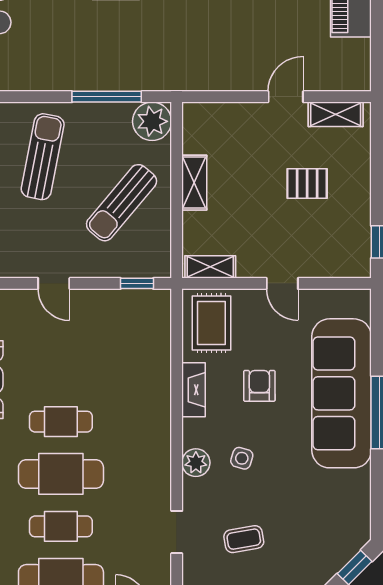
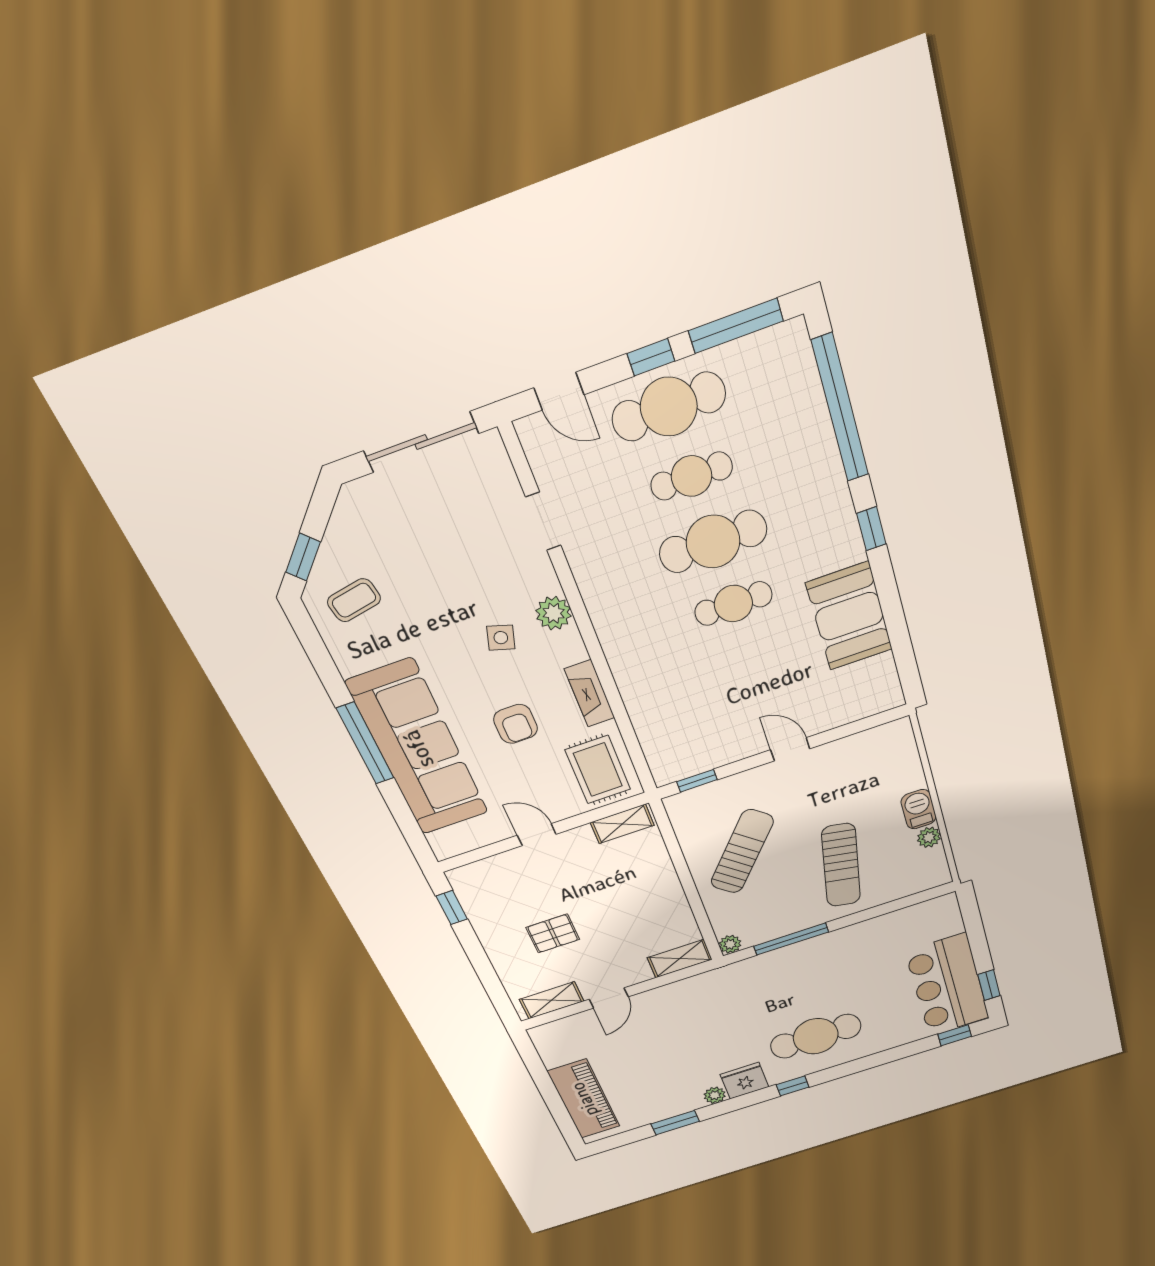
plant: (152, 121) -> (730, 944), width x0.53, depth x0.53
shelving: (194, 183) -> (680, 959), moved, turned 90
coffee table: (244, 539) -> (354, 600), moved

